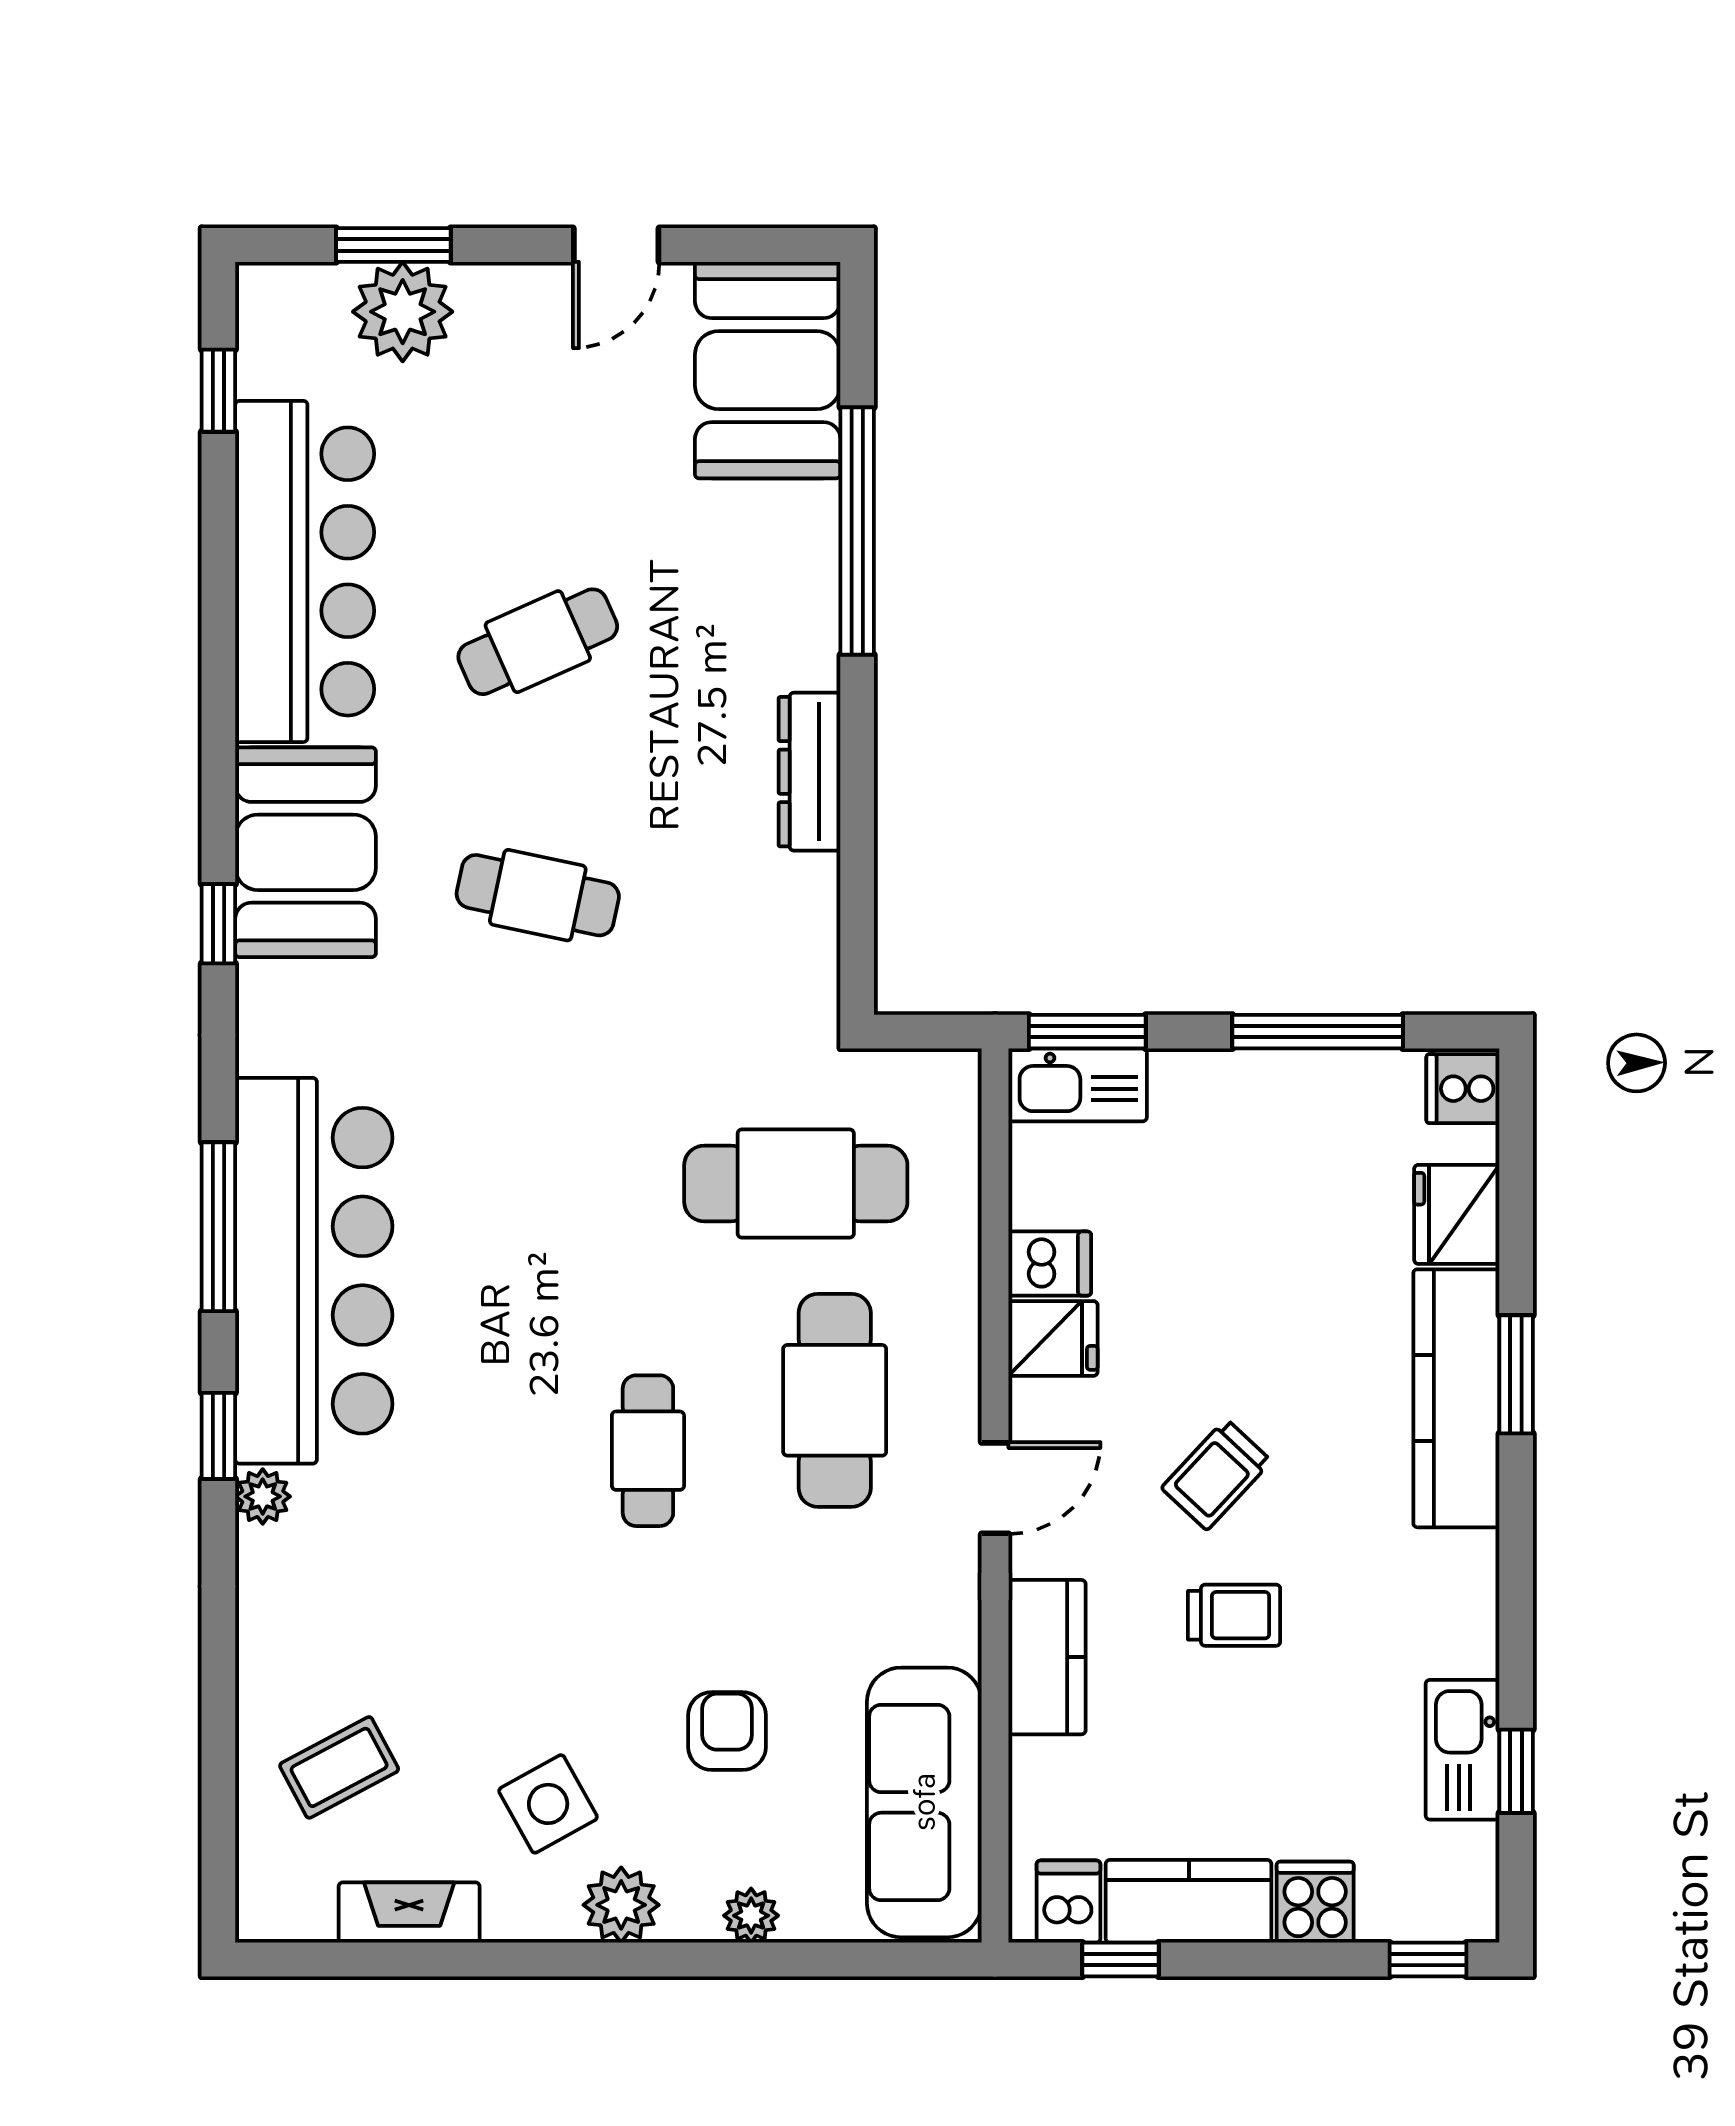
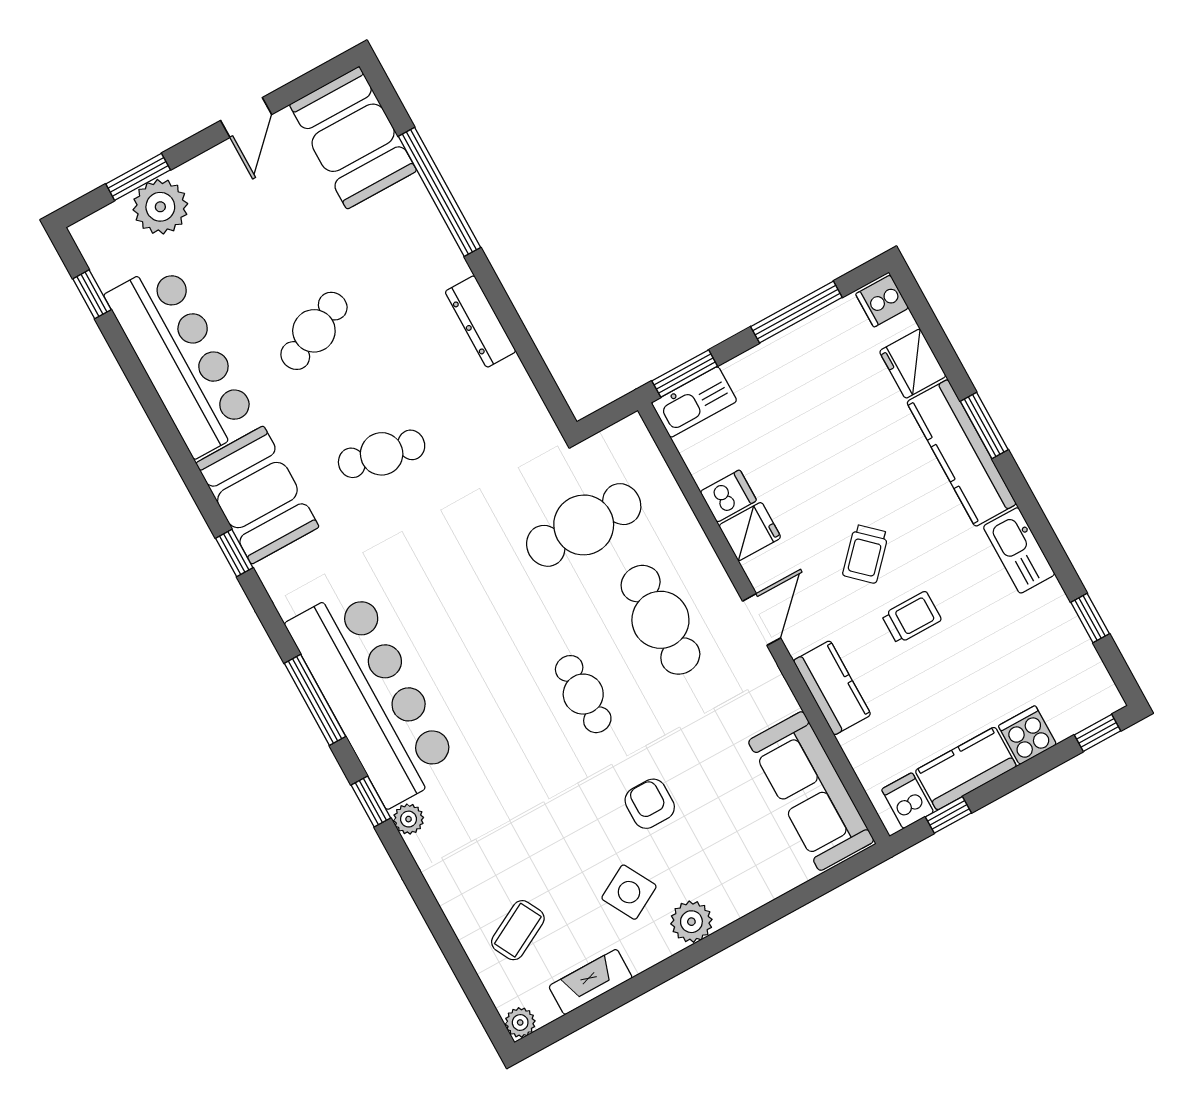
armchair: (727, 1731) -> (650, 804), moved
kitchen sink: (1462, 1750) -> (1019, 550), moved
plant: (751, 1916) -> (520, 1022), moved

